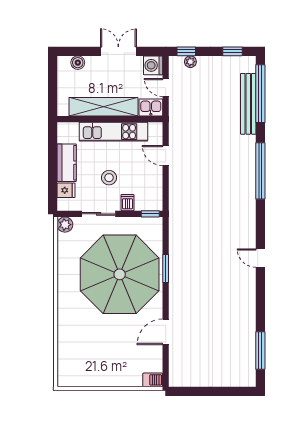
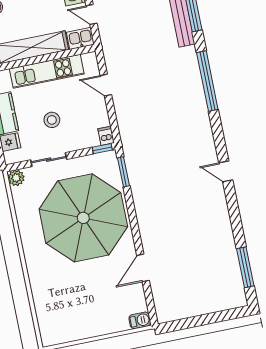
dishwasher: (127, 203) -> (106, 136), moved
window: (166, 269) -> (124, 172), moved

